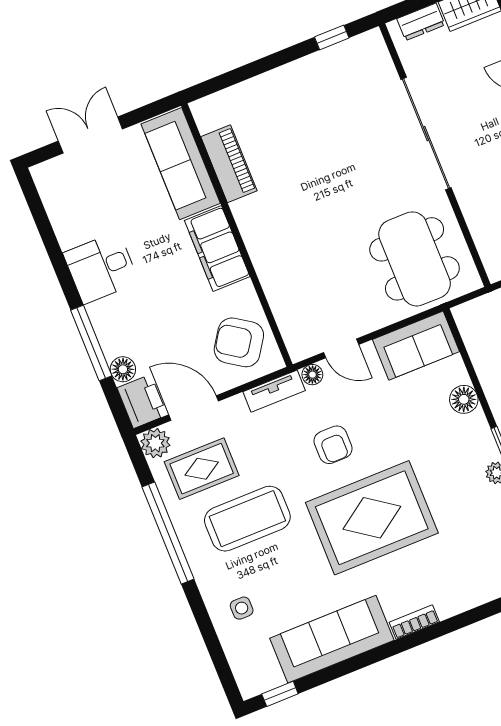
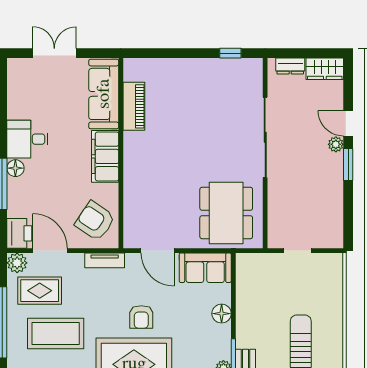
door: (341, 348) -> (158, 251), width x1.38
floor lamp: (123, 369) -> (15, 168), moved
floor lamp: (312, 375) -> (133, 260), removed
armchair: (333, 445) -> (141, 317), moved

